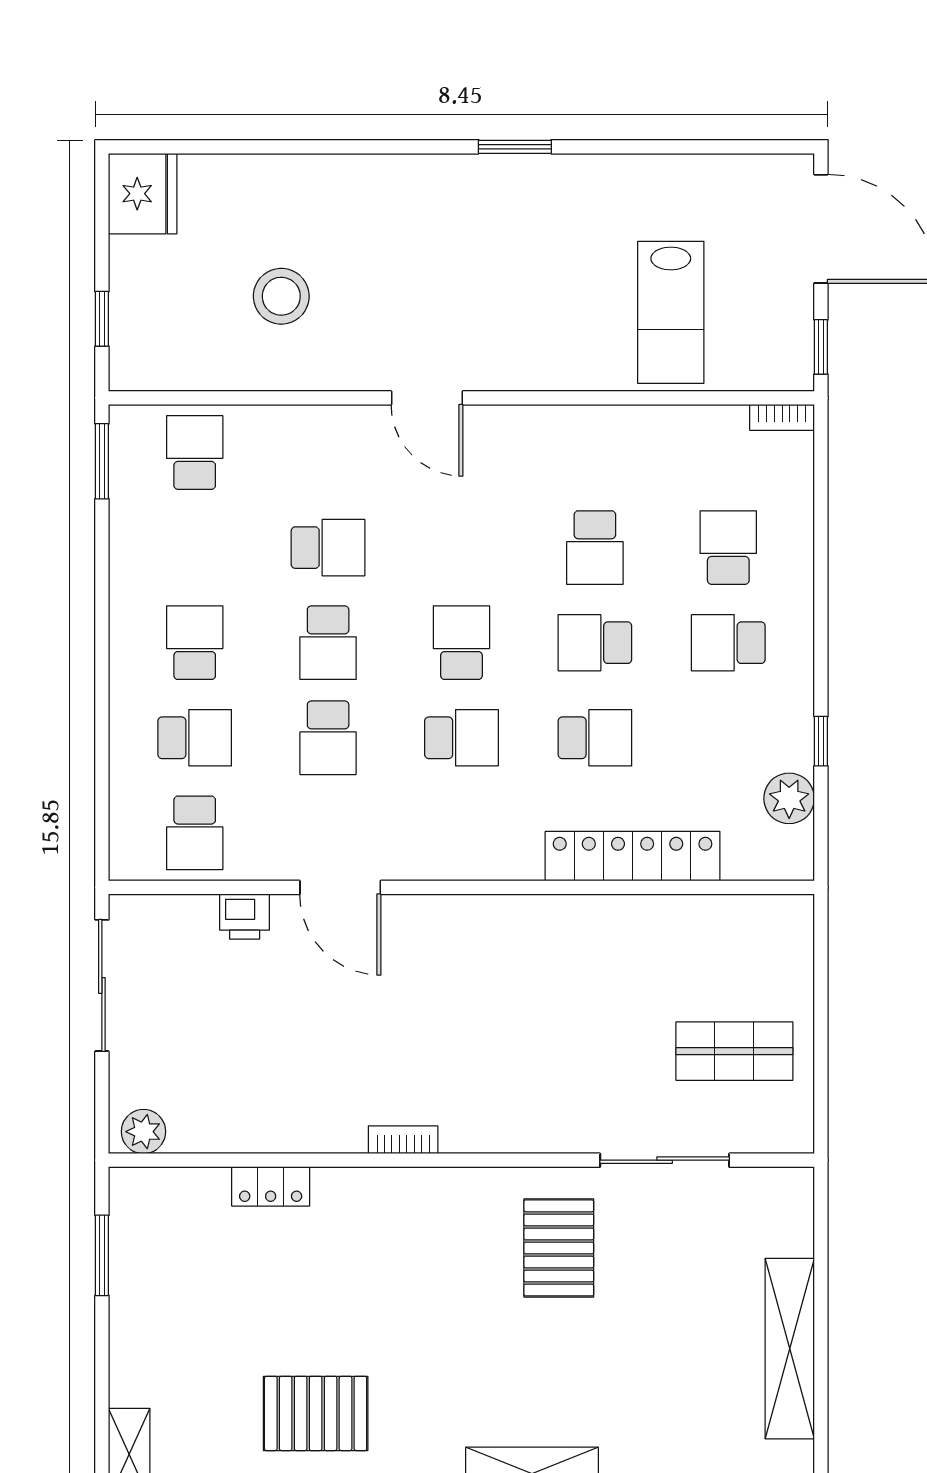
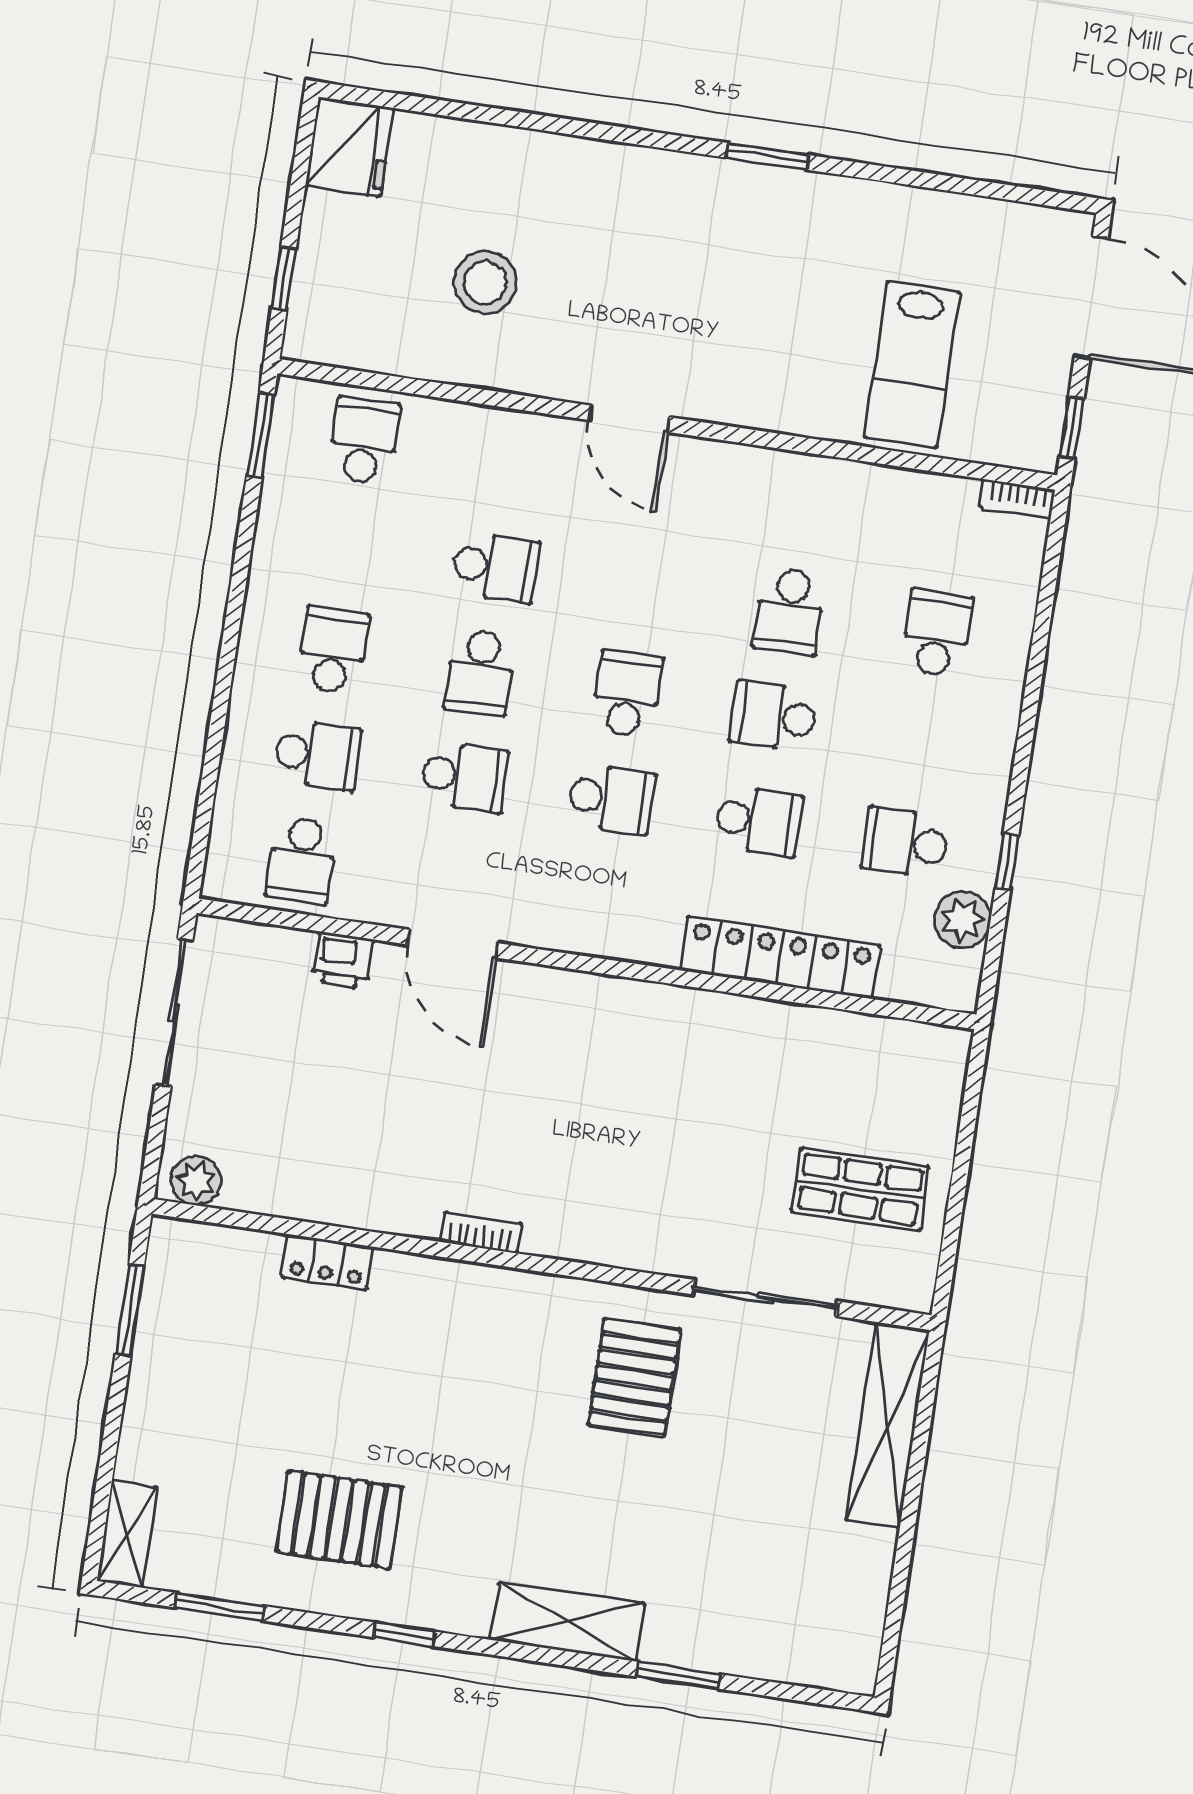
school desk: (728, 643) -> (905, 843), moved
school desk: (328, 738) -> (464, 777), turned -90
shelving: (790, 1349) -> (888, 1425), moved

